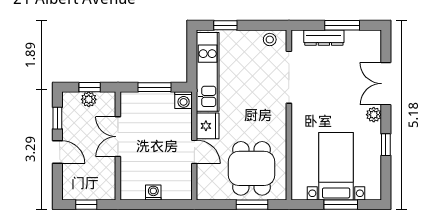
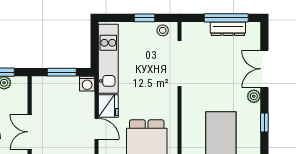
window: (225, 25) -> (144, 18), moved
window: (342, 25) -> (226, 18), width x1.44
dresser: (324, 38) -> (228, 29), moved
double door: (118, 137) -> (30, 132), moved

